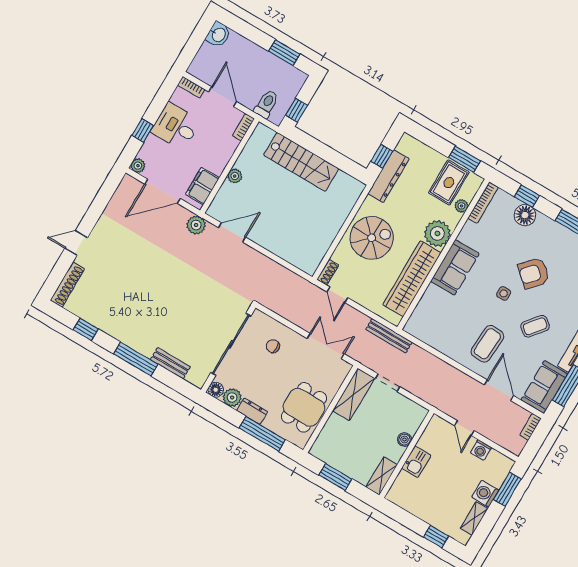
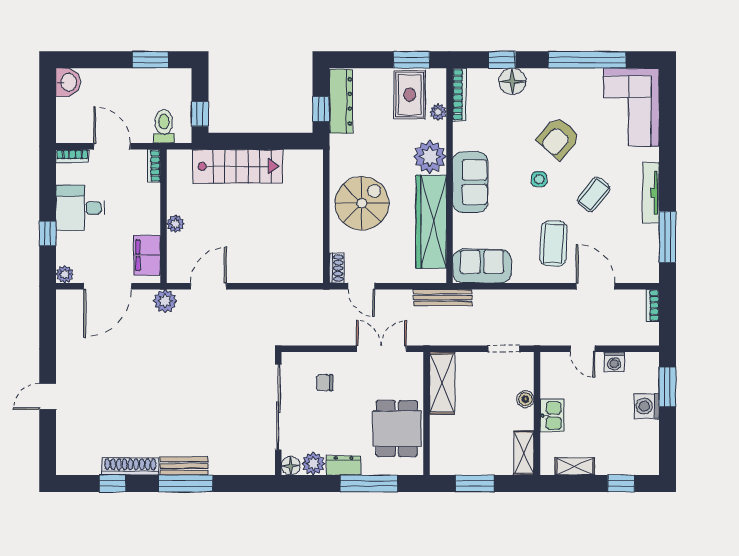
dresser: (388, 176) -> (341, 101), moved
shoe rack: (67, 285) -> (130, 466), moved, turned -90
bench: (170, 363) -> (184, 466), moved
doorway: (388, 383) -> (504, 349), moved
sofa: (544, 387) -> (482, 266), moved, turned 90
shelving: (474, 519) -> (575, 466), moved, turned 90

